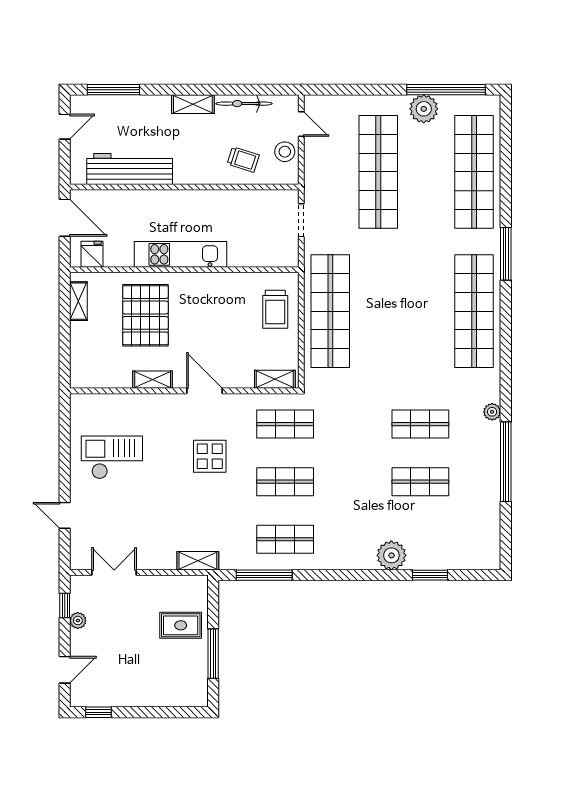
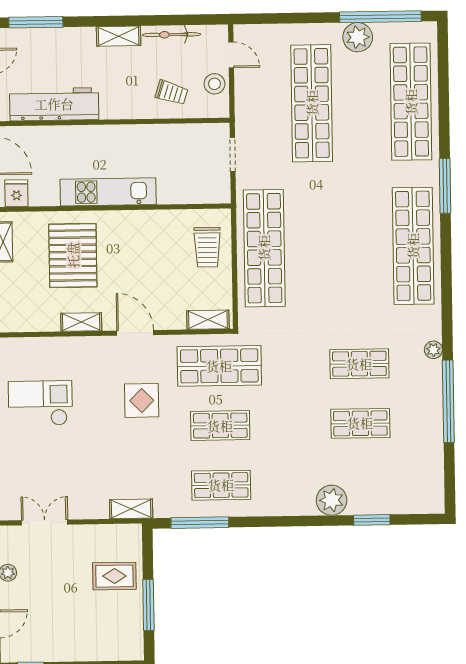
shop shelf: (285, 424) -> (219, 366), width x1.43, depth x1.36

